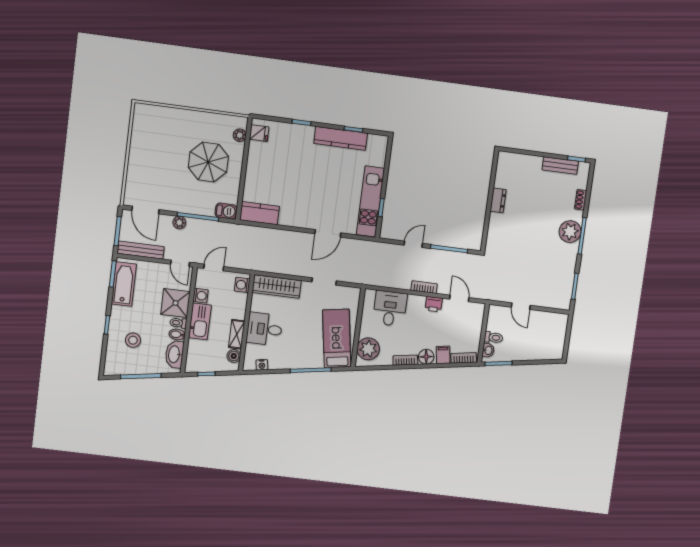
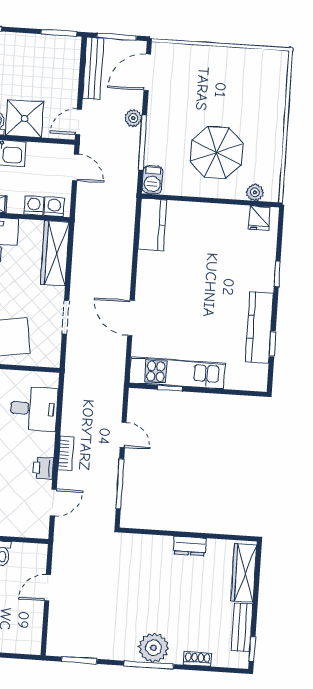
wardrobe: (521, 162) -> (244, 573), added
bathtub: (124, 284) -> (46, 48), removed
washing machine: (201, 296) -> (34, 206), moved, turned 180

